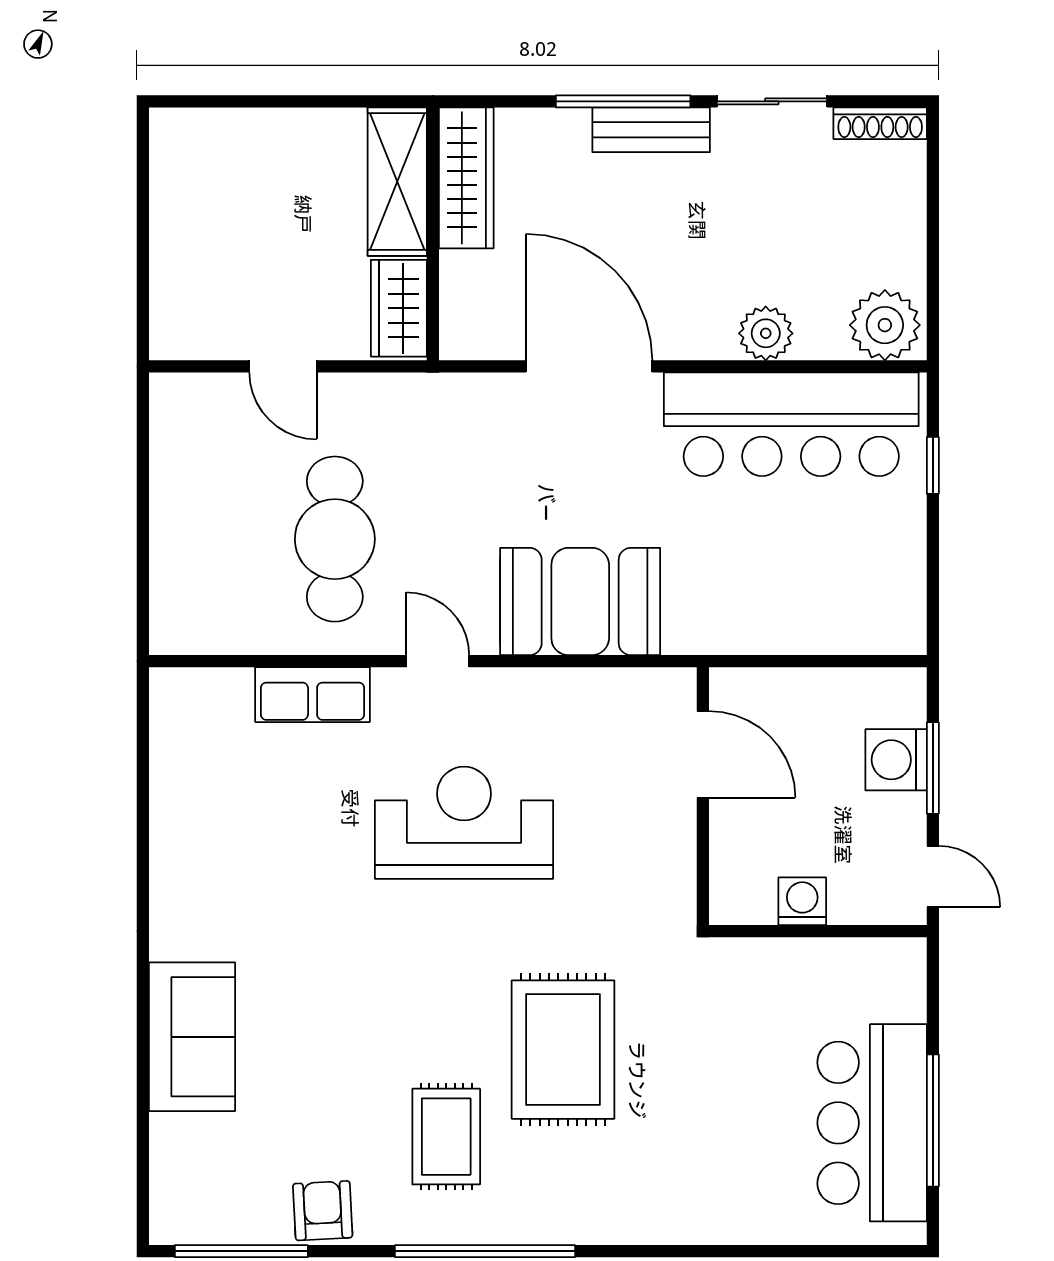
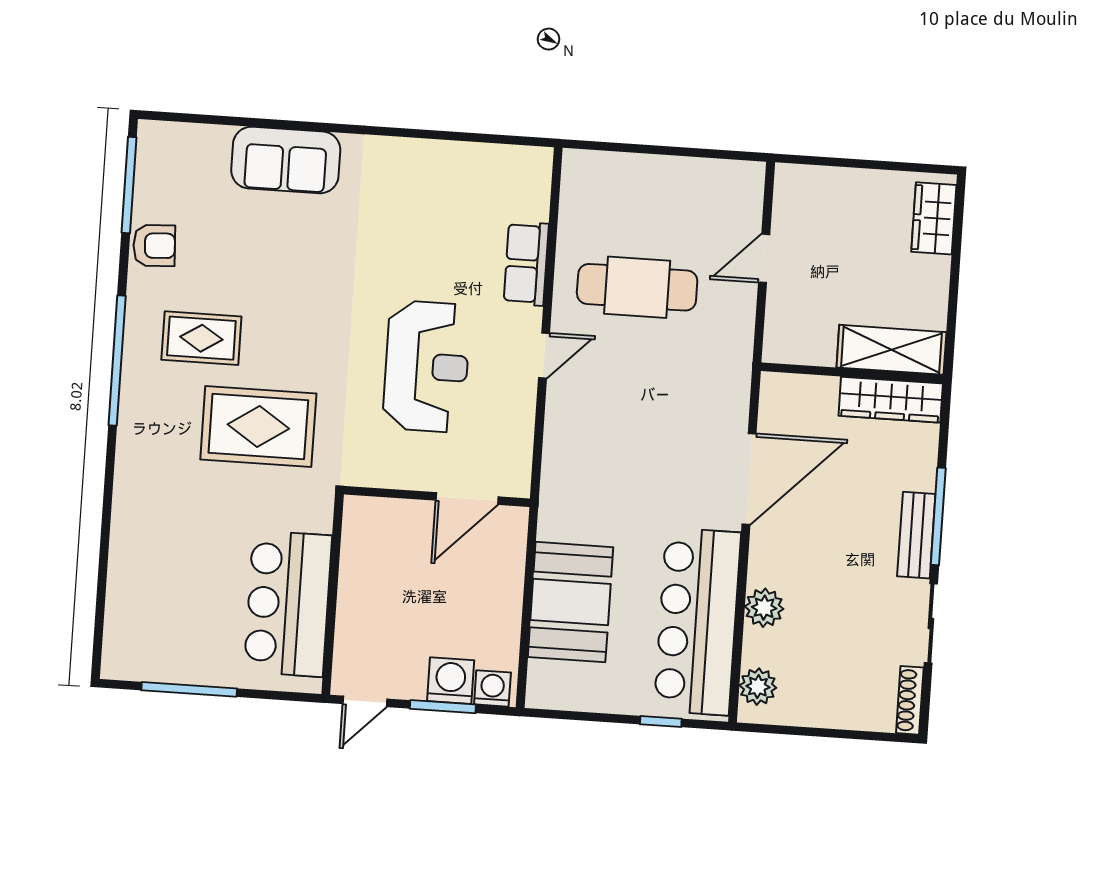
wardrobe: (399, 308) -> (934, 218), moved, turned -90
plant: (885, 325) -> (758, 687), width x0.73, depth x0.73
booth: (580, 601) -> (570, 602), moved
door: (703, 754) -> (467, 499), moved
wall: (703, 796) -> (437, 496), moved
washing machine: (802, 901) -> (492, 688), moved, turned -90
bar counter: (872, 1123) -> (288, 604), moved, turned -90

